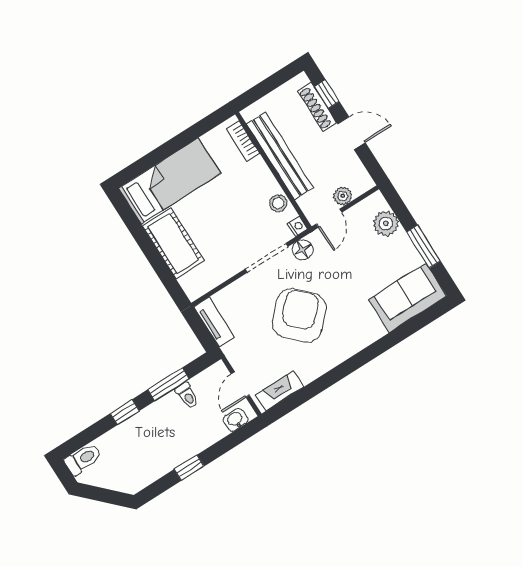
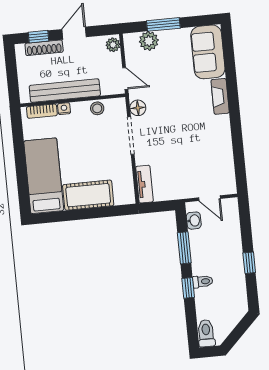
plant: (343, 196) -> (113, 45), moved
nightstand: (298, 226) -> (64, 109), moved
window: (423, 246) -> (163, 24), moved
armchair: (299, 315) -> (182, 133), removed
tv unit: (214, 322) -> (144, 184), moved, turned 90
fireplace: (280, 391) -> (220, 96), moved
toilet: (187, 396) -> (203, 281), moved
washbasin: (236, 420) -> (194, 221), moved, turned 180

